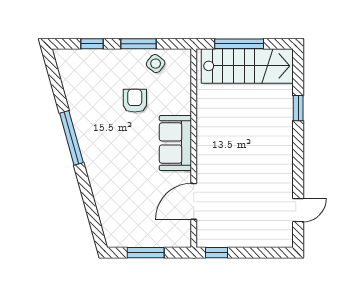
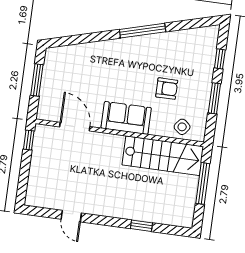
side table: (156, 64) -> (182, 127), moved
stairs: (247, 66) -> (163, 156), moved, turned -90
door: (298, 210) -> (71, 216), moved

